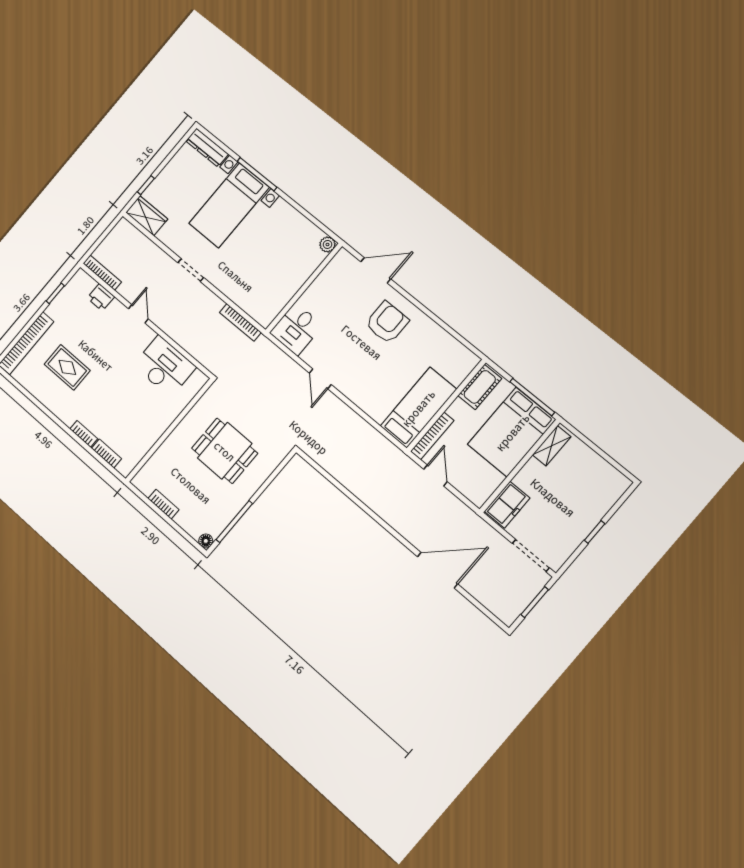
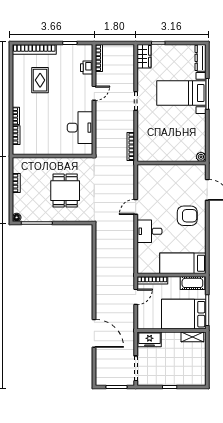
desk: (296, 329) -> (149, 231), moved
bed: (418, 408) -> (183, 263), moved, turned 180

